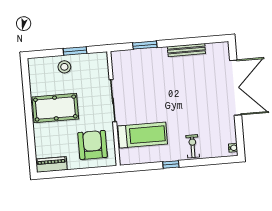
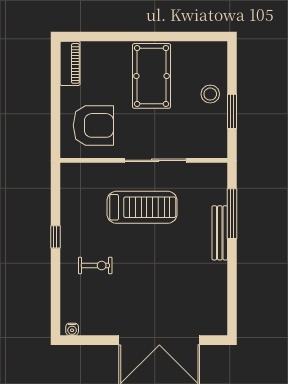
window: (145, 45) -> (232, 214), width x1.44
bench: (186, 50) -> (220, 233), moved
treadmill: (143, 135) -> (142, 207), moved, turned -90
exercise bike: (193, 146) -> (95, 266), moved

